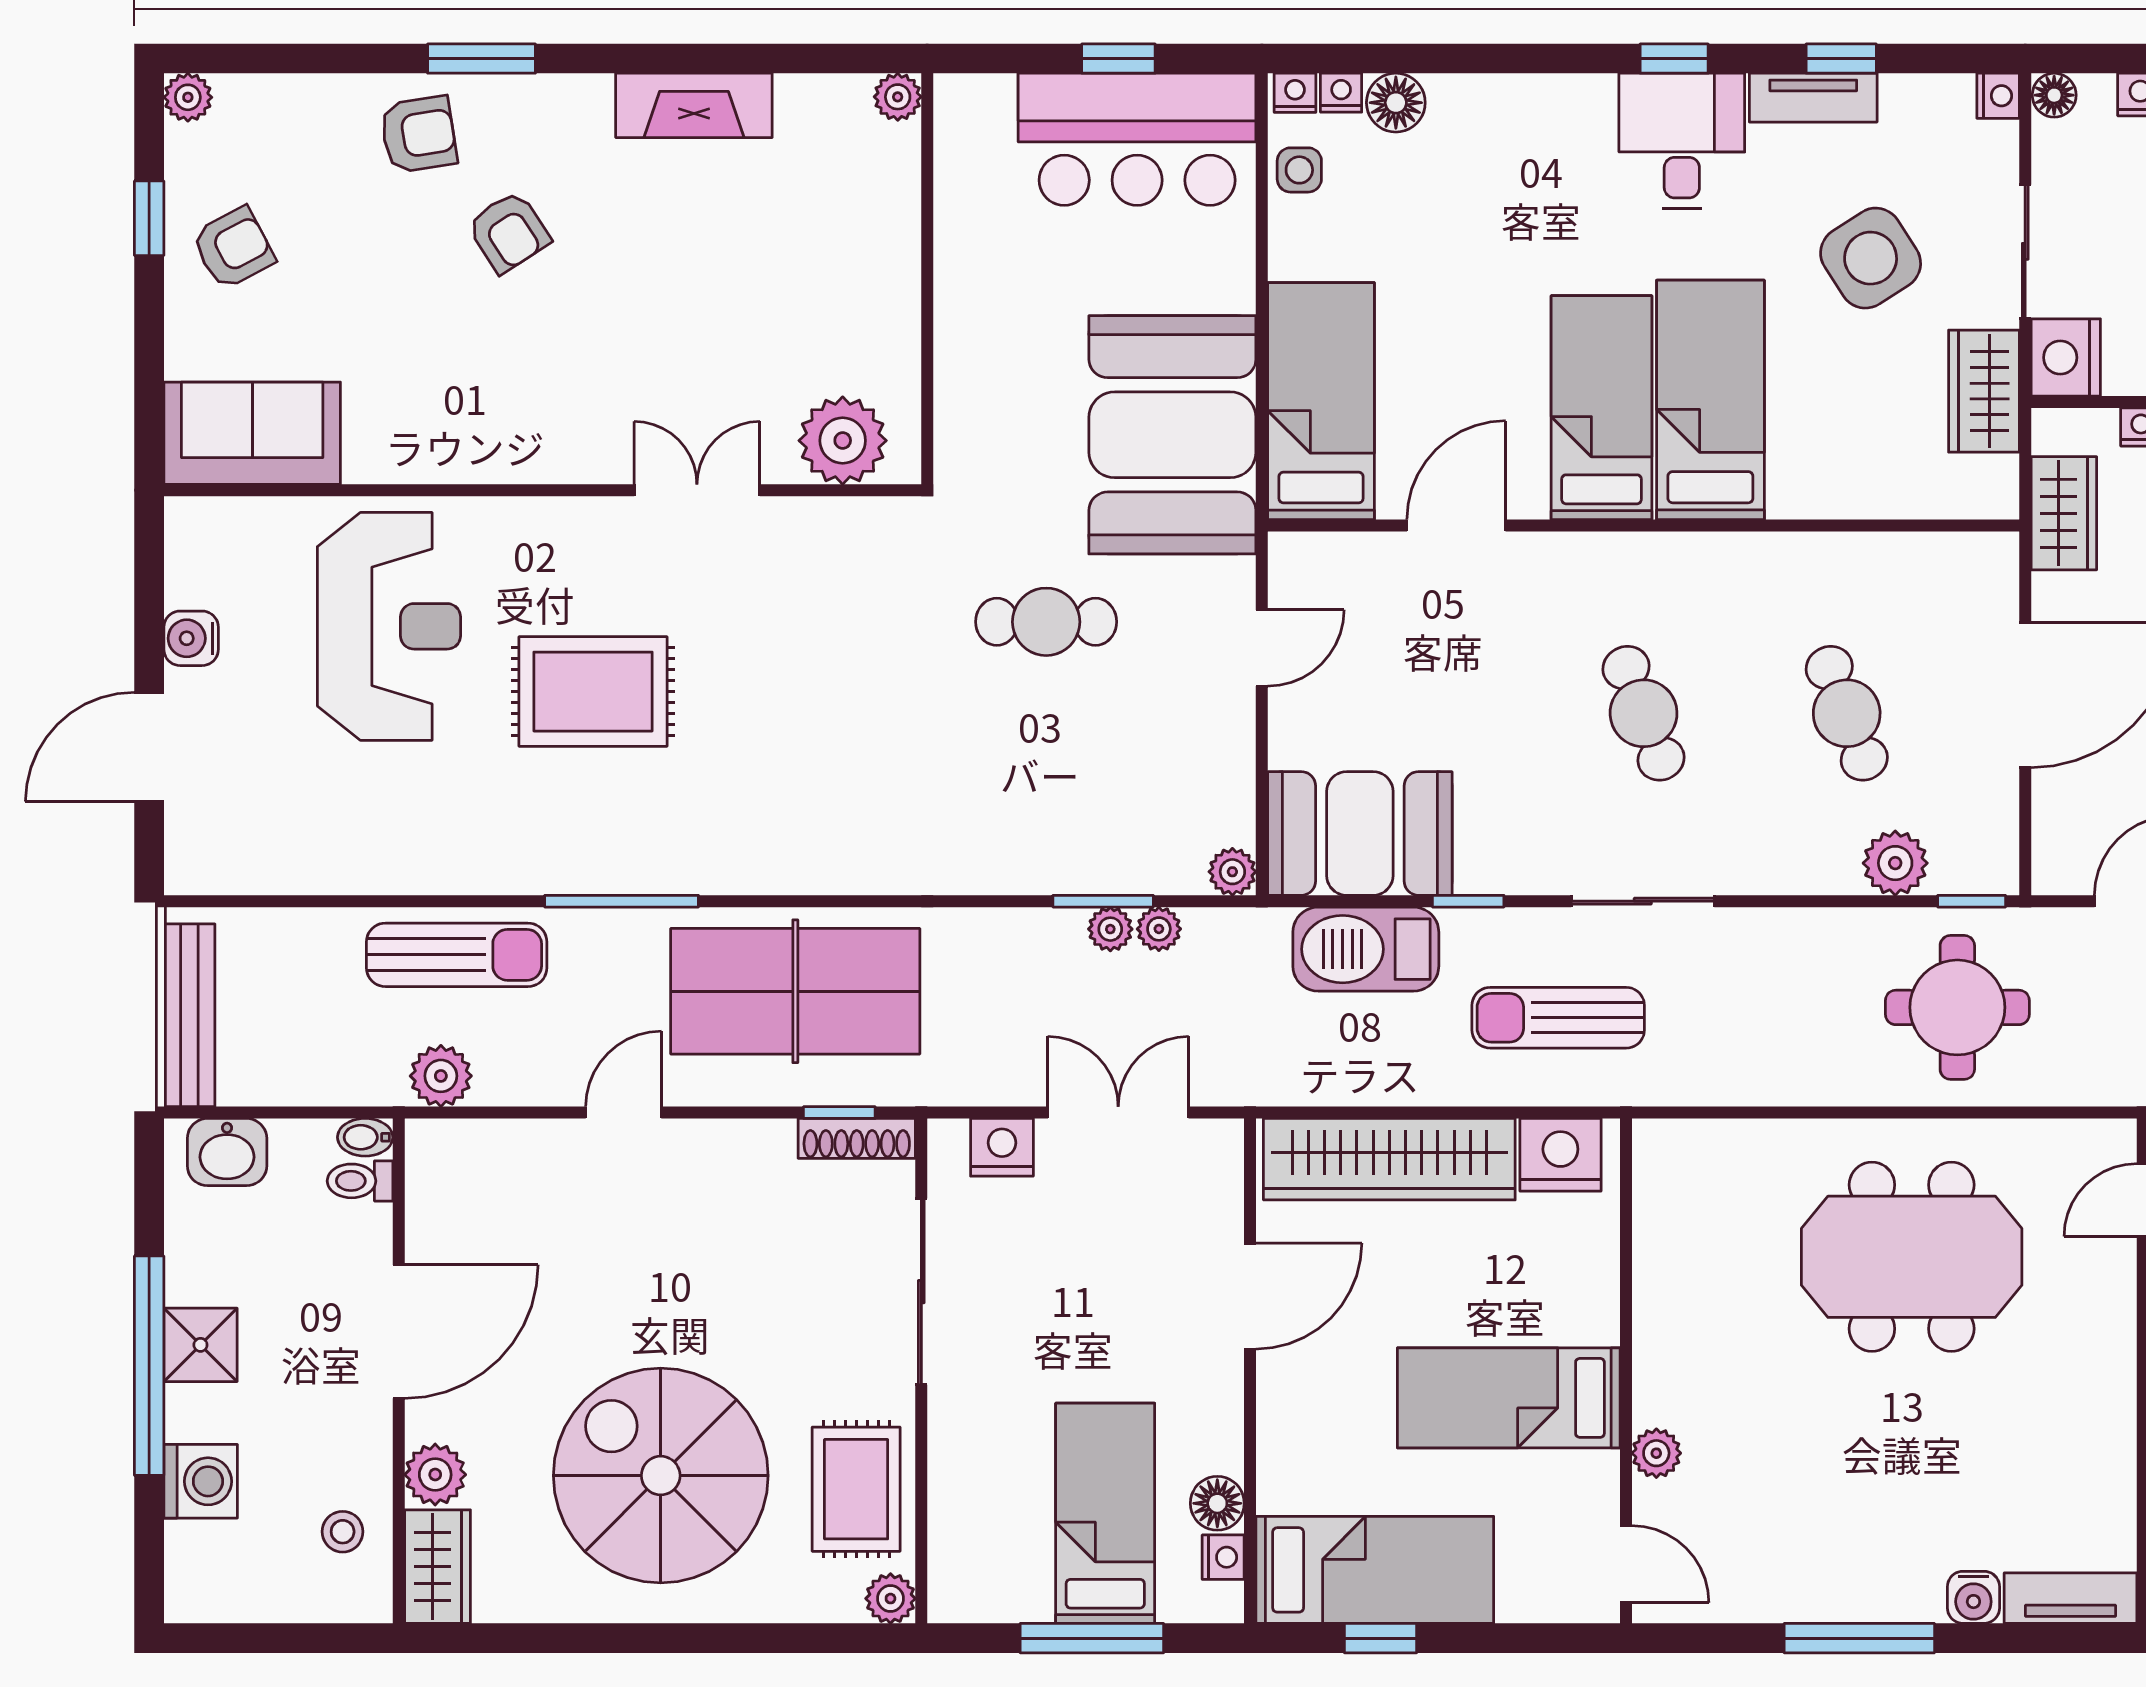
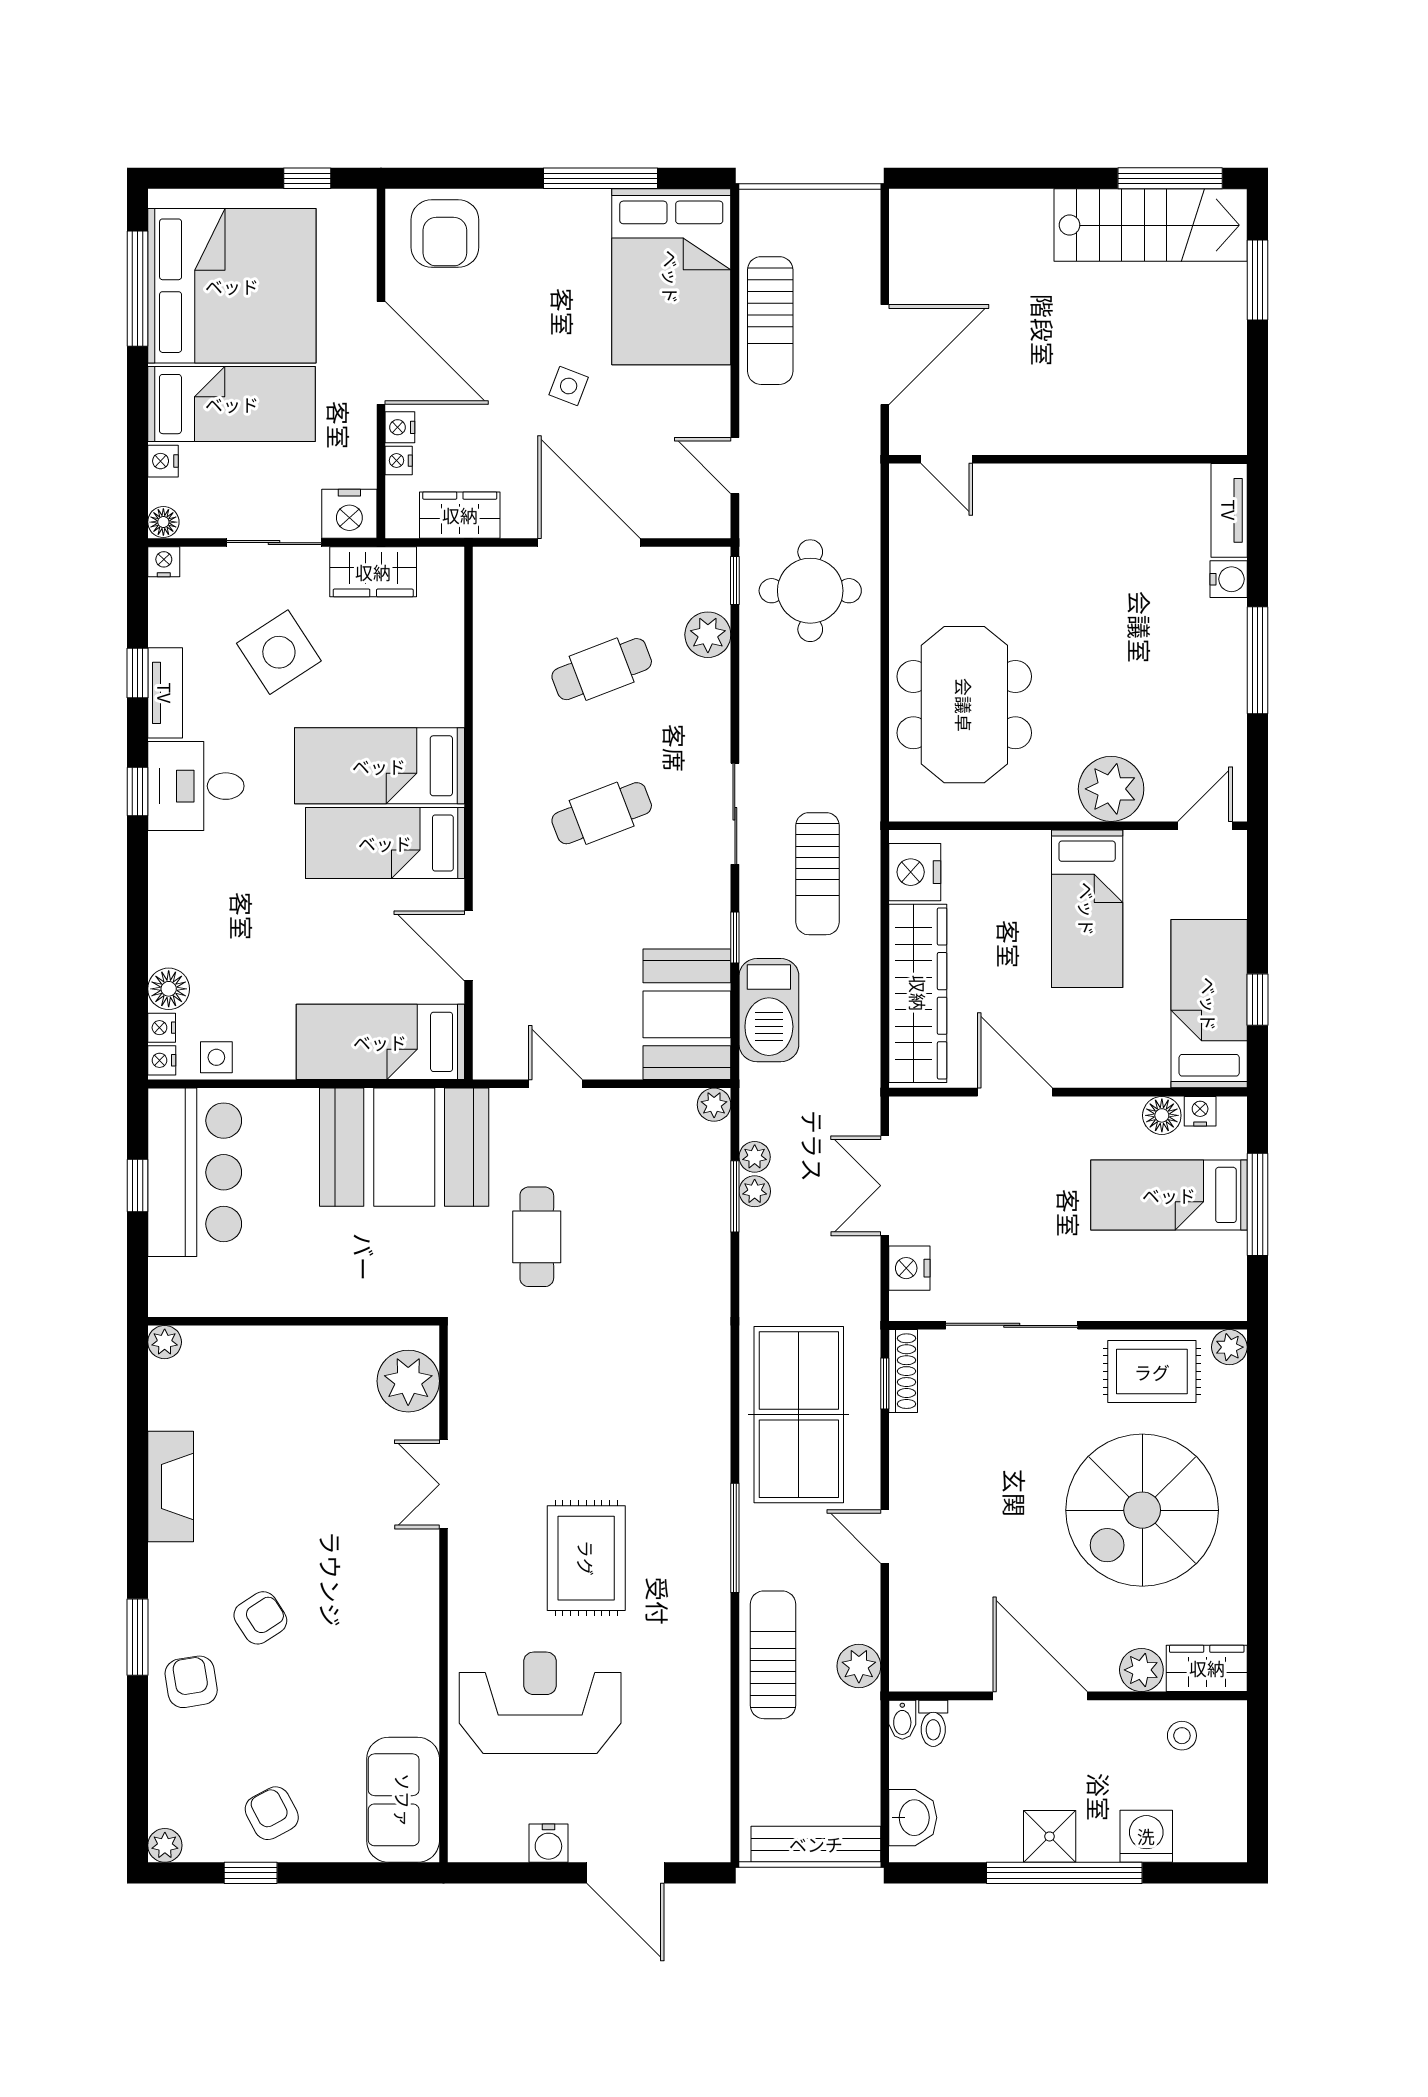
meeting table: (1912, 1257) -> (964, 705), moved
plant: (1656, 1453) -> (1111, 789), width x1.88, depth x1.88

